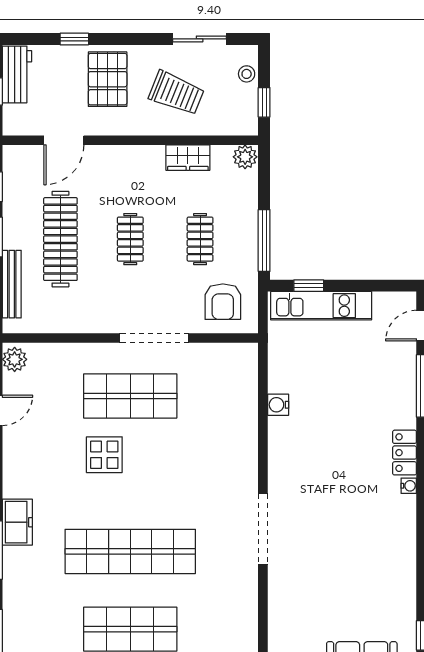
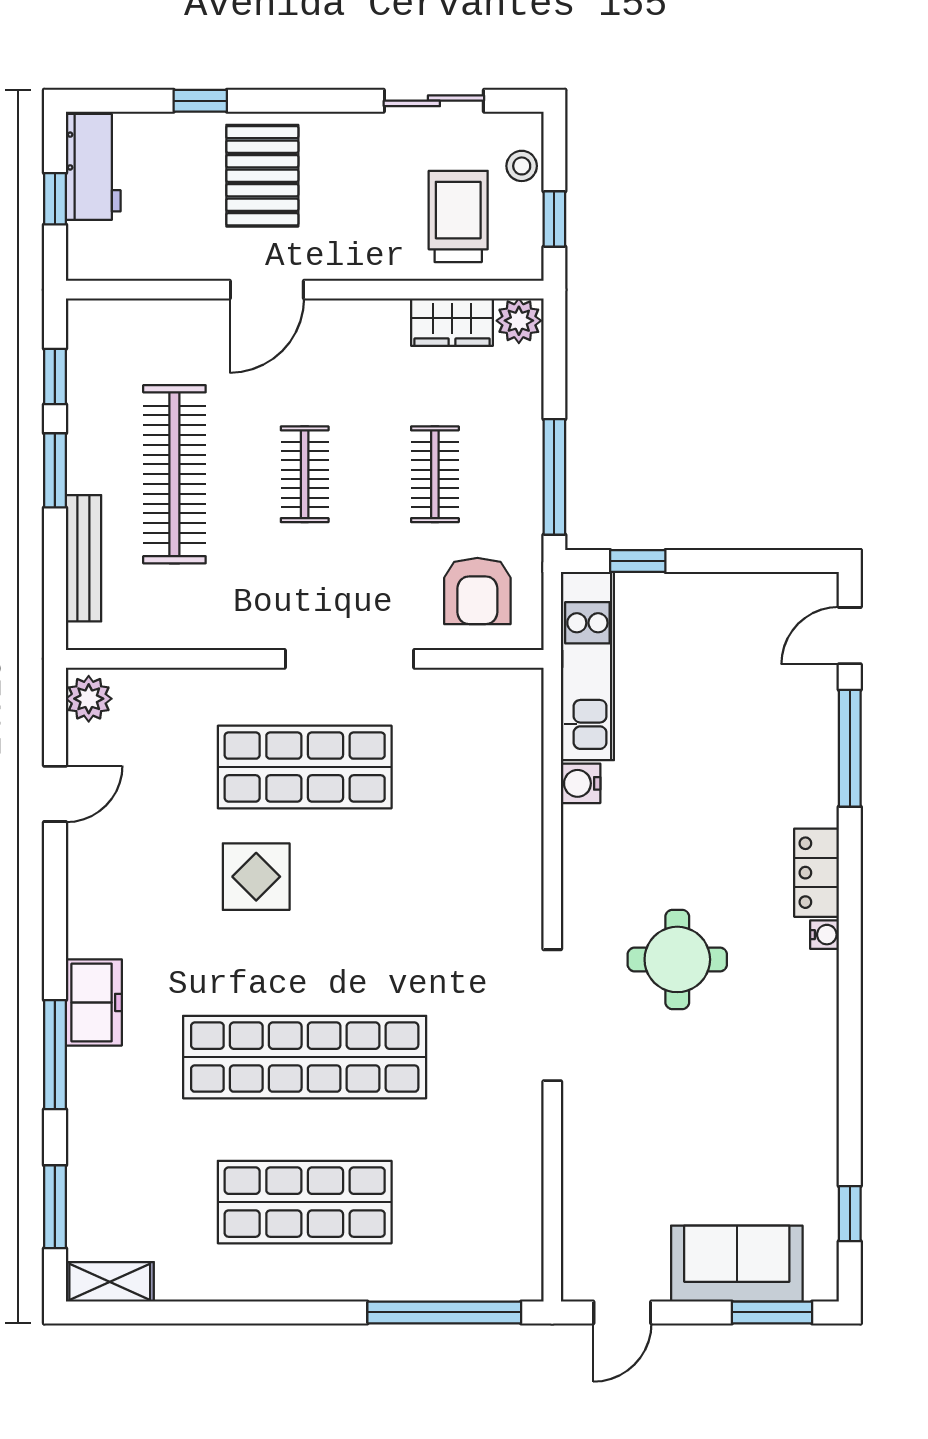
trolley: (176, 93) -> (458, 216), moved, turned -112
door: (64, 140) -> (267, 290), moved
wardrobe: (188, 158) -> (452, 322), moved
kitchen unit: (321, 306) -> (587, 666), moved, turned -90
round table: (330, 499) -> (677, 959), added

